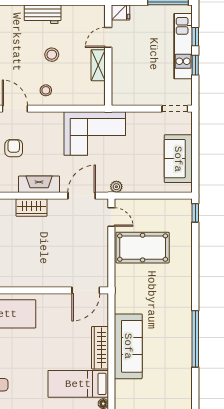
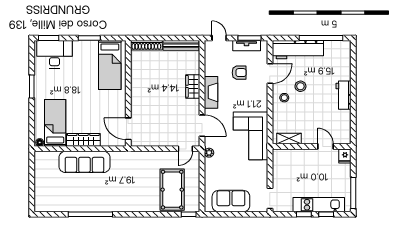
stool: (52, 55) -> (300, 86), moved
shelving: (98, 65) -> (289, 139), moved
pool table: (143, 248) -> (172, 190), moved

